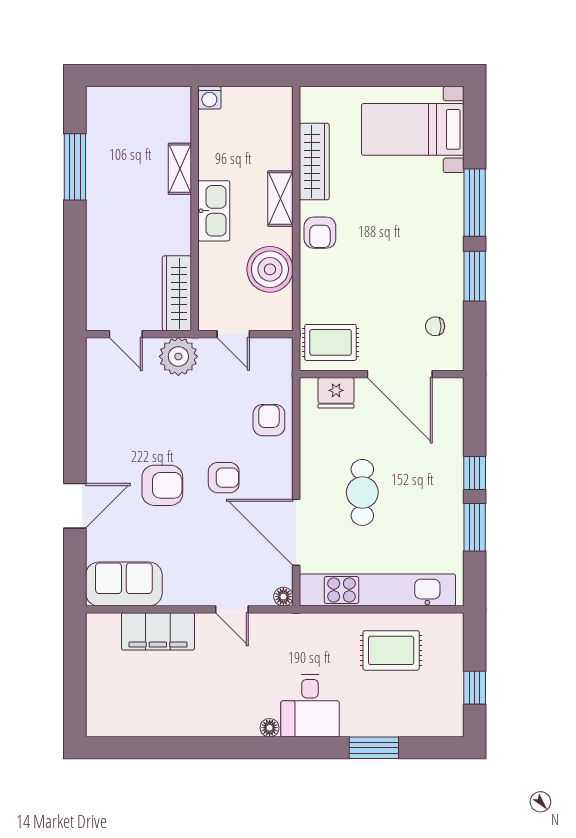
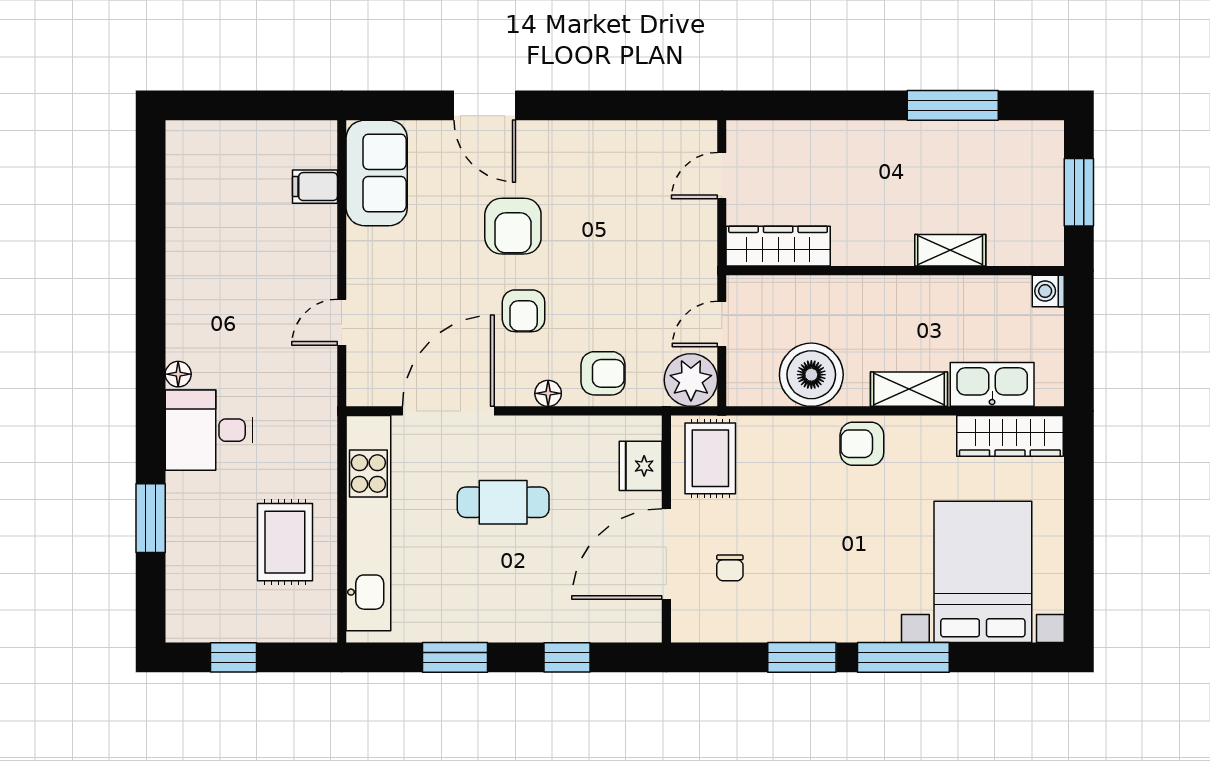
window: (138, 75) -> (1079, 192), added
bed with nightstands: (413, 129) -> (983, 572), width x1.36
wardrobe: (314, 162) -> (1010, 436), moved
kitchen sink: (214, 211) -> (992, 384), moved, turned 180
chair: (435, 326) -> (730, 568), moved, turned 180
plant: (178, 356) -> (691, 380), moved
window: (475, 473) -> (567, 657), moved
floor lamp: (283, 597) -> (548, 393), moved
filing cabinet: (158, 631) -> (315, 187), width x0.33, depth x0.86

